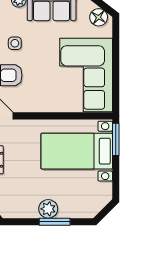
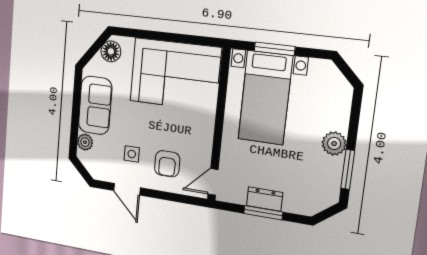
window: (116, 139) -> (275, 49), moved
window: (55, 222) -> (348, 169), moved

